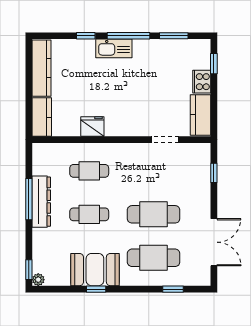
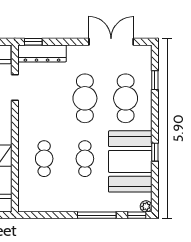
window: (214, 173) -> (33, 42), moved
window: (29, 199) -> (97, 215), moved
dresser: (41, 202) -> (42, 53), moved, turned 180
booth: (95, 270) -> (130, 161), width x1.36, depth x1.42

